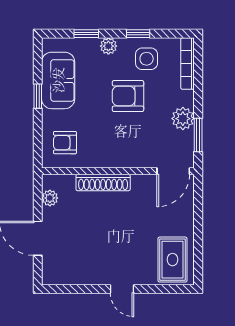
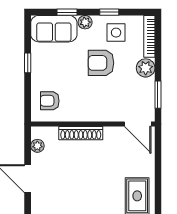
sofa: (58, 80) -> (54, 29), moved, turned 90
plant: (183, 119) -> (146, 68), moved
door: (173, 171) -> (138, 124), hinge flipped

